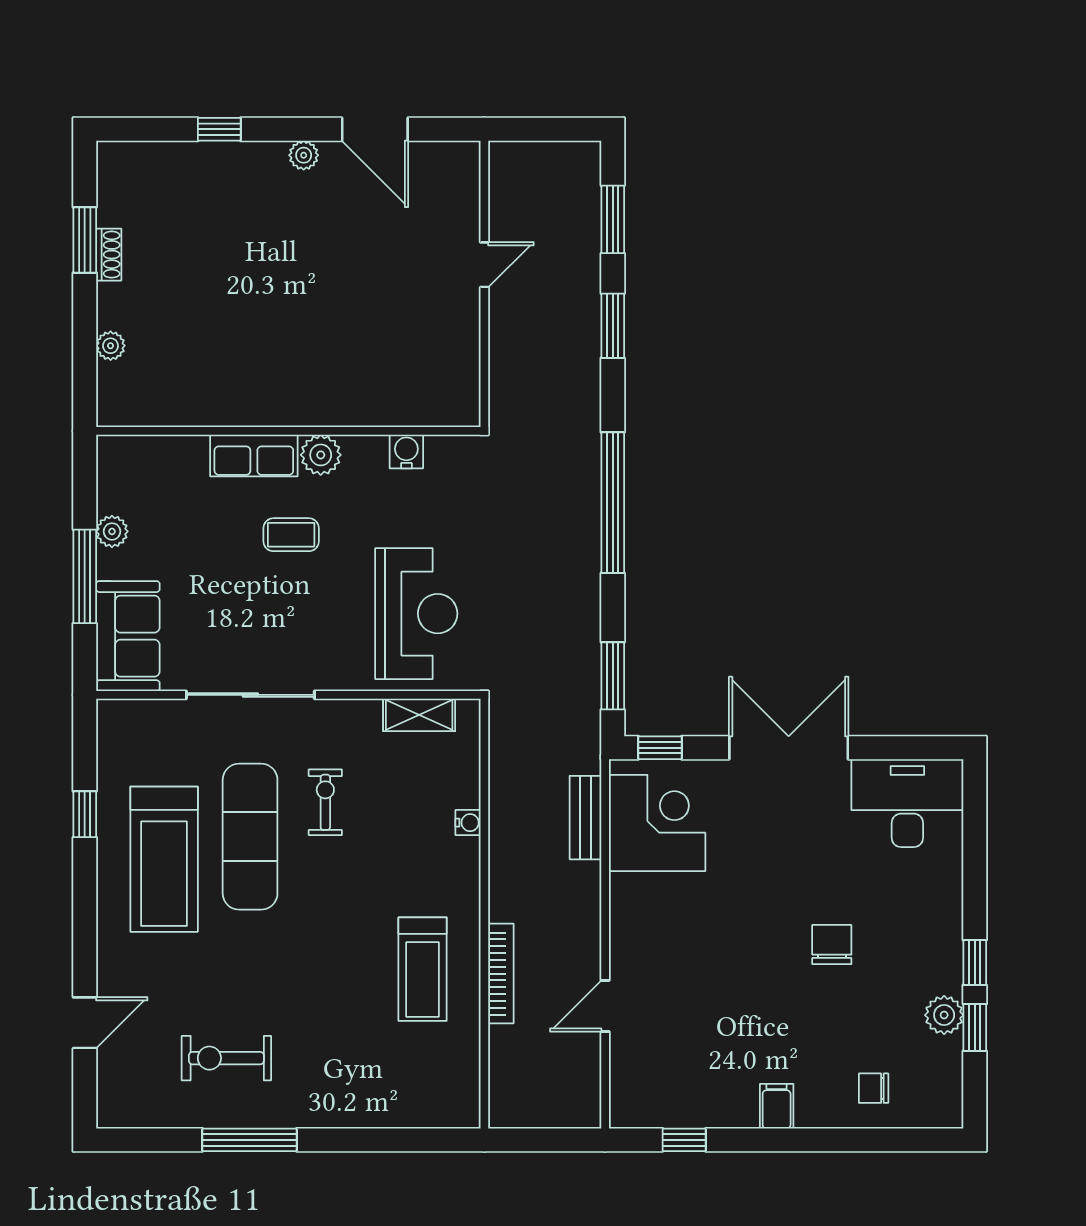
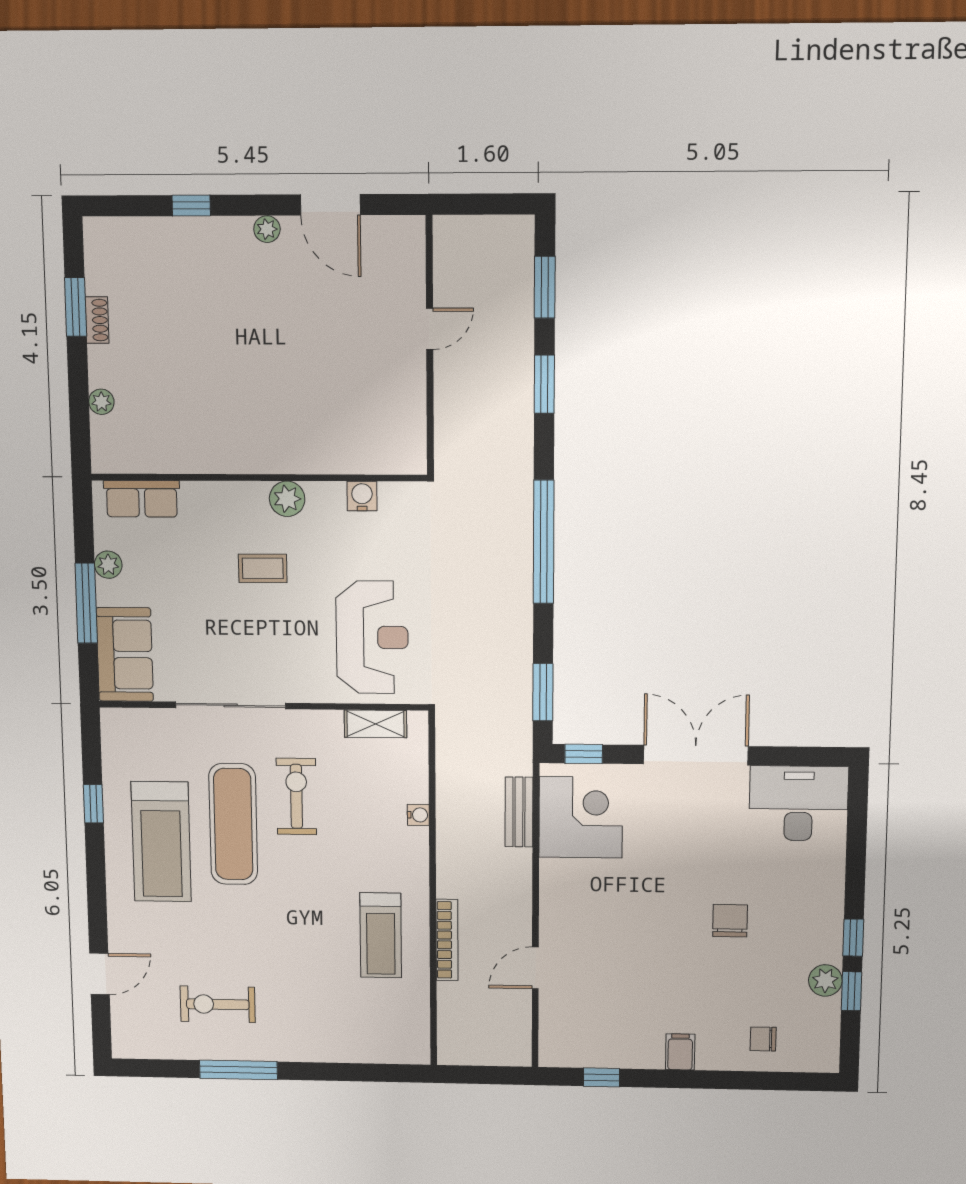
row of seats: (254, 456) -> (142, 499), moved
exercise bike: (325, 802) -> (296, 796), width x1.38, depth x1.39

